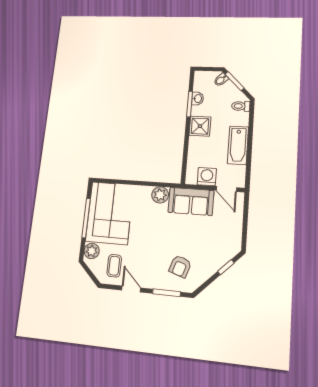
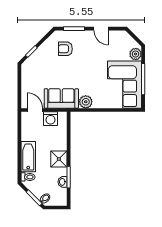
bathtub: (238, 145) -> (28, 157), moved
coffee table: (114, 266) -> (116, 44), removed
armchair: (180, 266) -> (65, 49), turned -108

